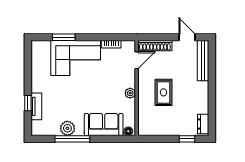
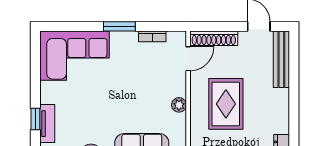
window: (64, 37) -> (119, 26), moved
corner sofa: (76, 58) -> (75, 56), moved
rug: (163, 92) -> (226, 104), width x1.36, depth x1.43

